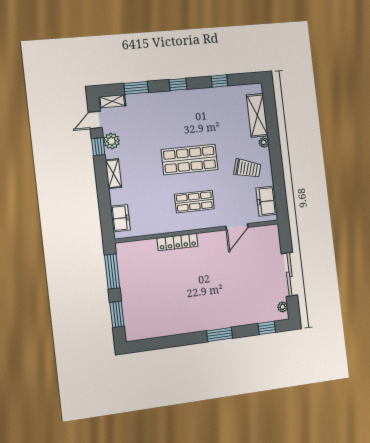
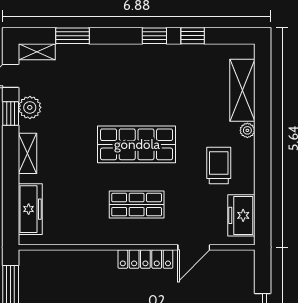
window: (178, 84) -> (154, 36), moved
trolley: (247, 169) -> (219, 166), turned -106
freezer: (120, 218) -> (30, 209), width x1.40
locker: (178, 242) -> (145, 259), moved

